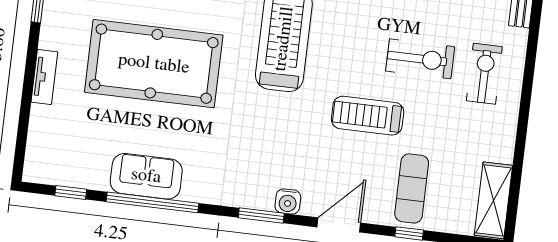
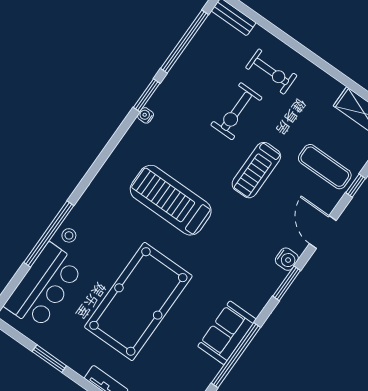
exercise bike: (420, 59) -> (236, 111), turned 180
exercise bike: (484, 74) -> (271, 72), turned 180
sofa: (146, 176) -> (227, 333), moved

